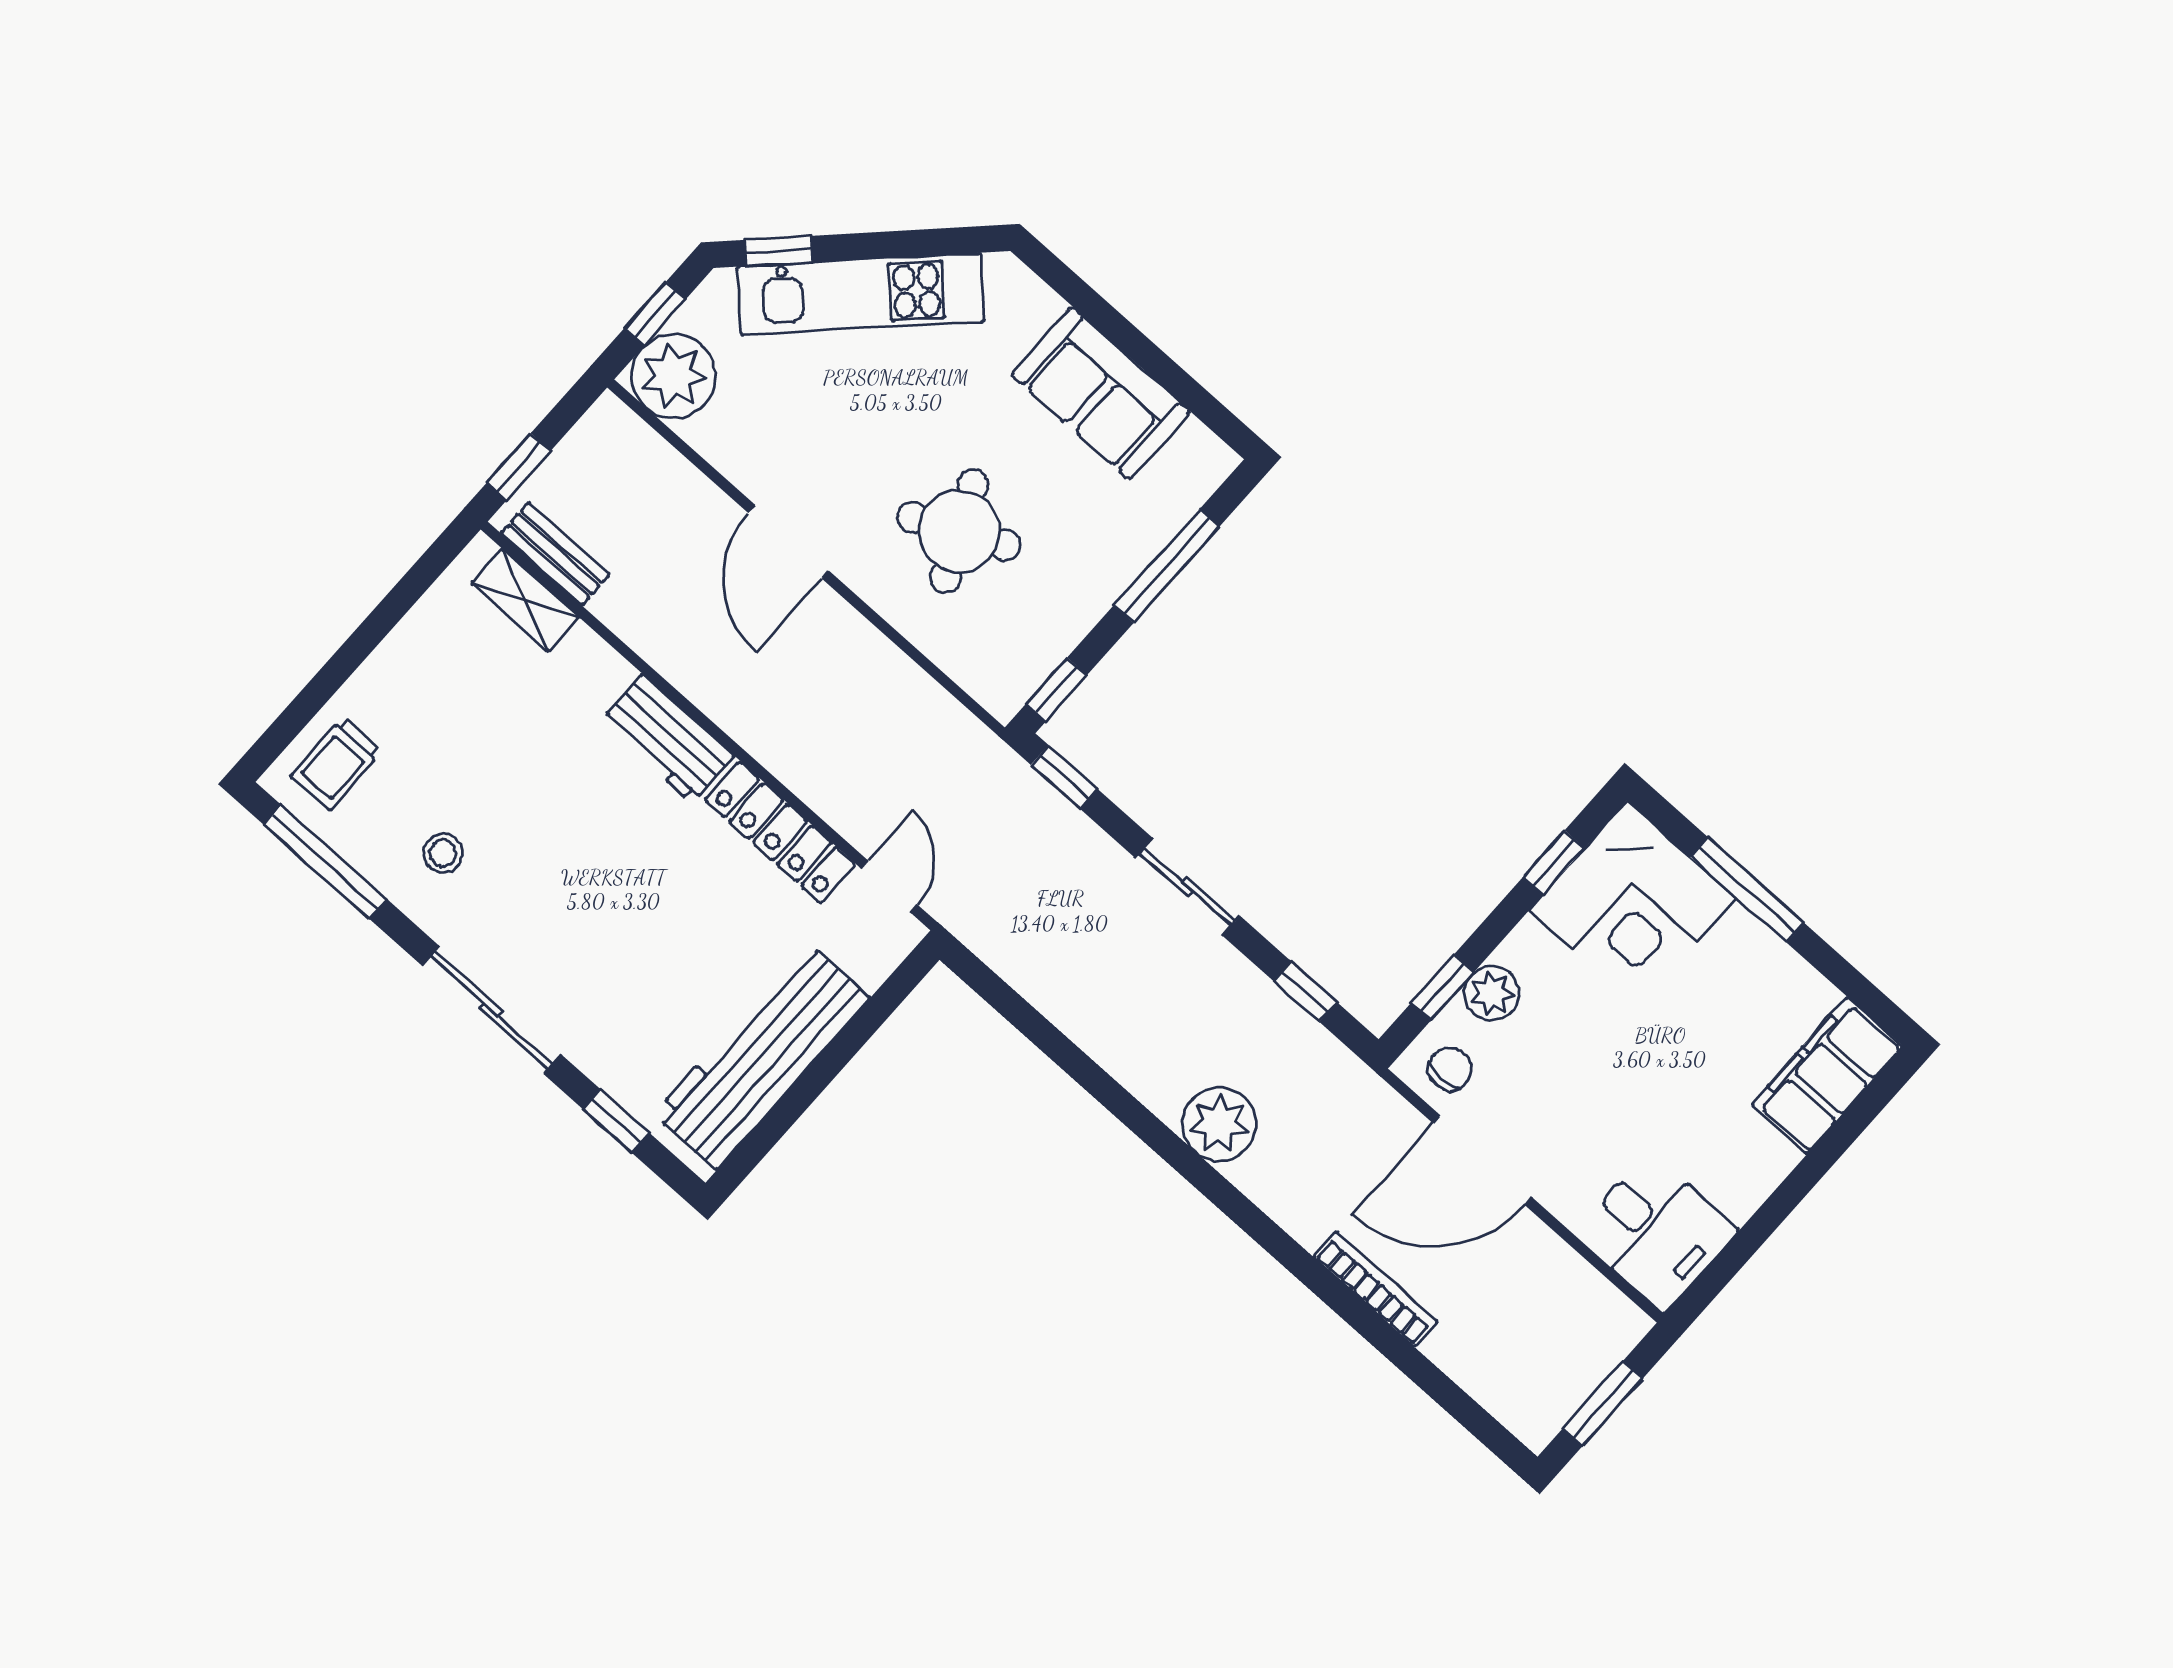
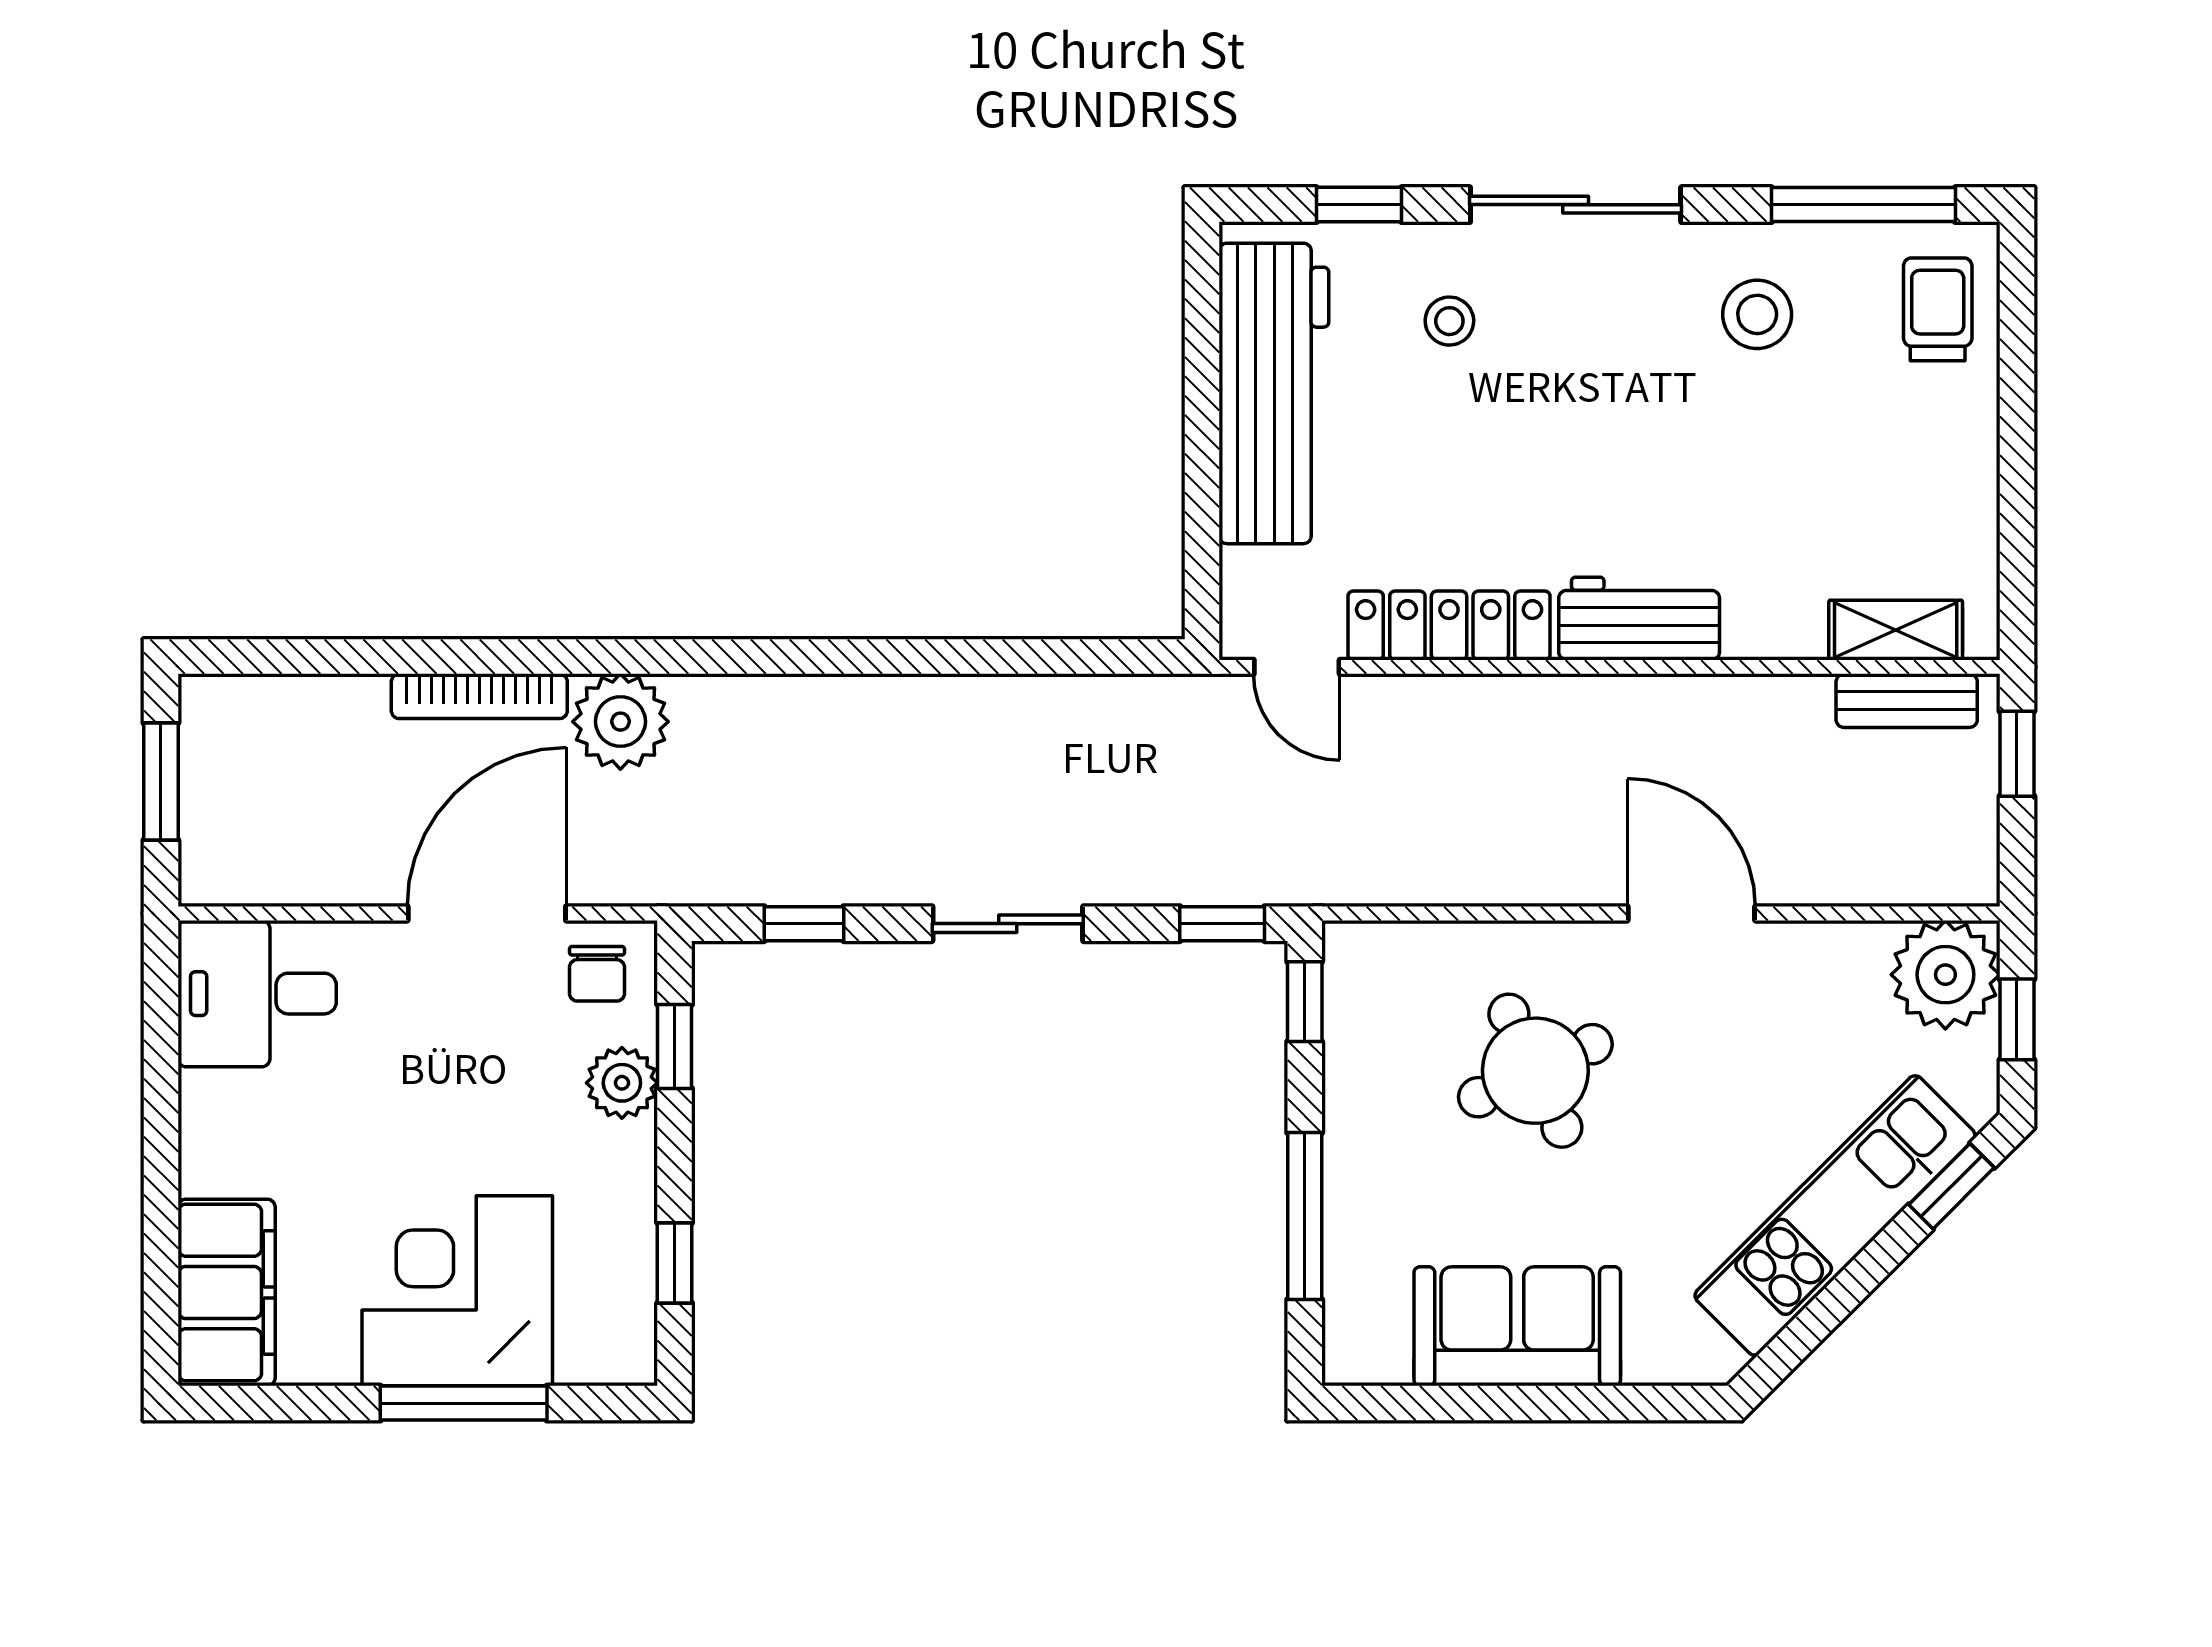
stool: (443, 853) -> (1757, 314), width x1.37, depth x1.37
corner desk: (1633, 904) -> (457, 1291), moved
stool: (624, 1007) -> (1449, 321), added
plant: (1219, 1124) -> (620, 722), moved

